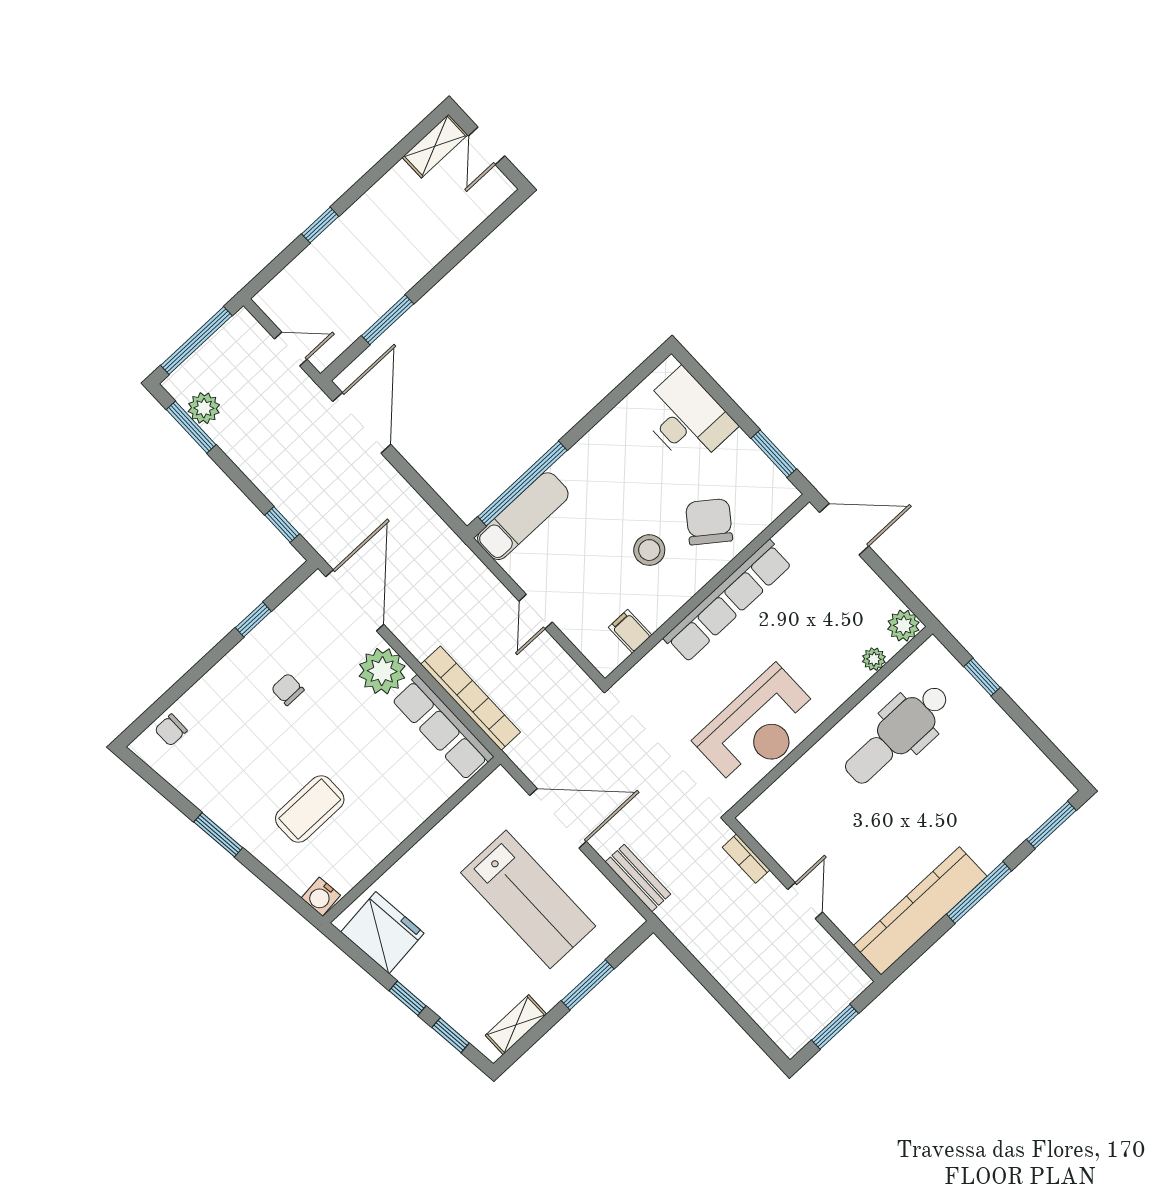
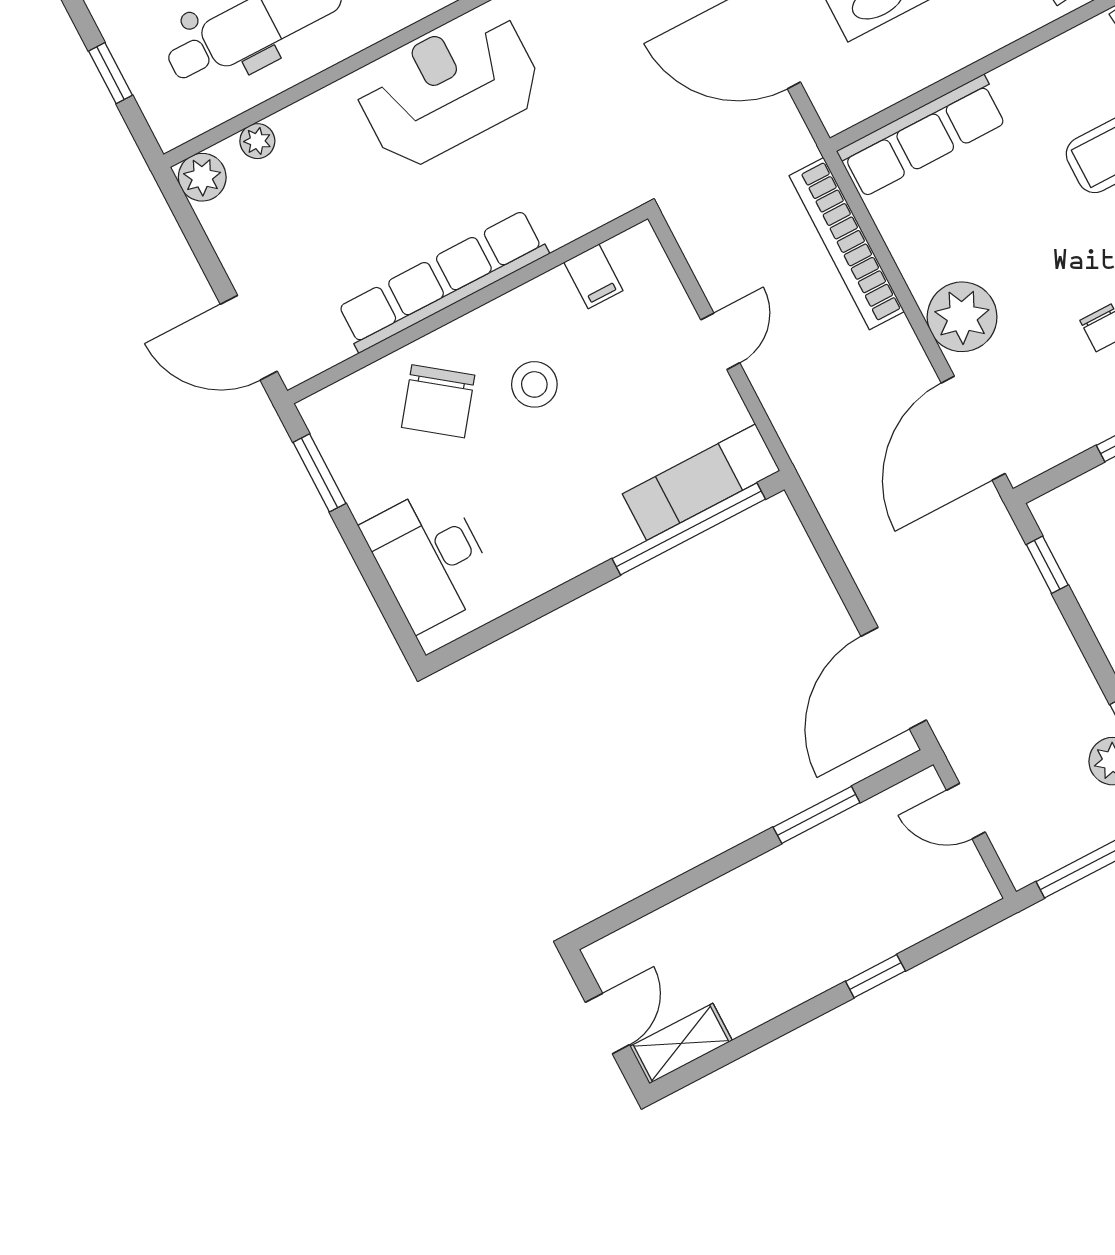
row of seats: (442, 728) -> (922, 136), moved, turned 90

